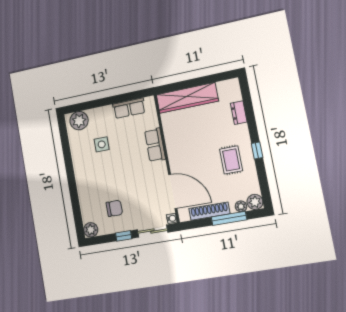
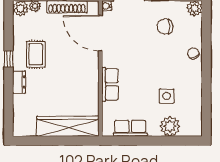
dresser: (239, 113) -> (19, 82), moved
plant: (79, 121) -> (170, 126), moved
chair: (85, 188) -> (193, 53), added

